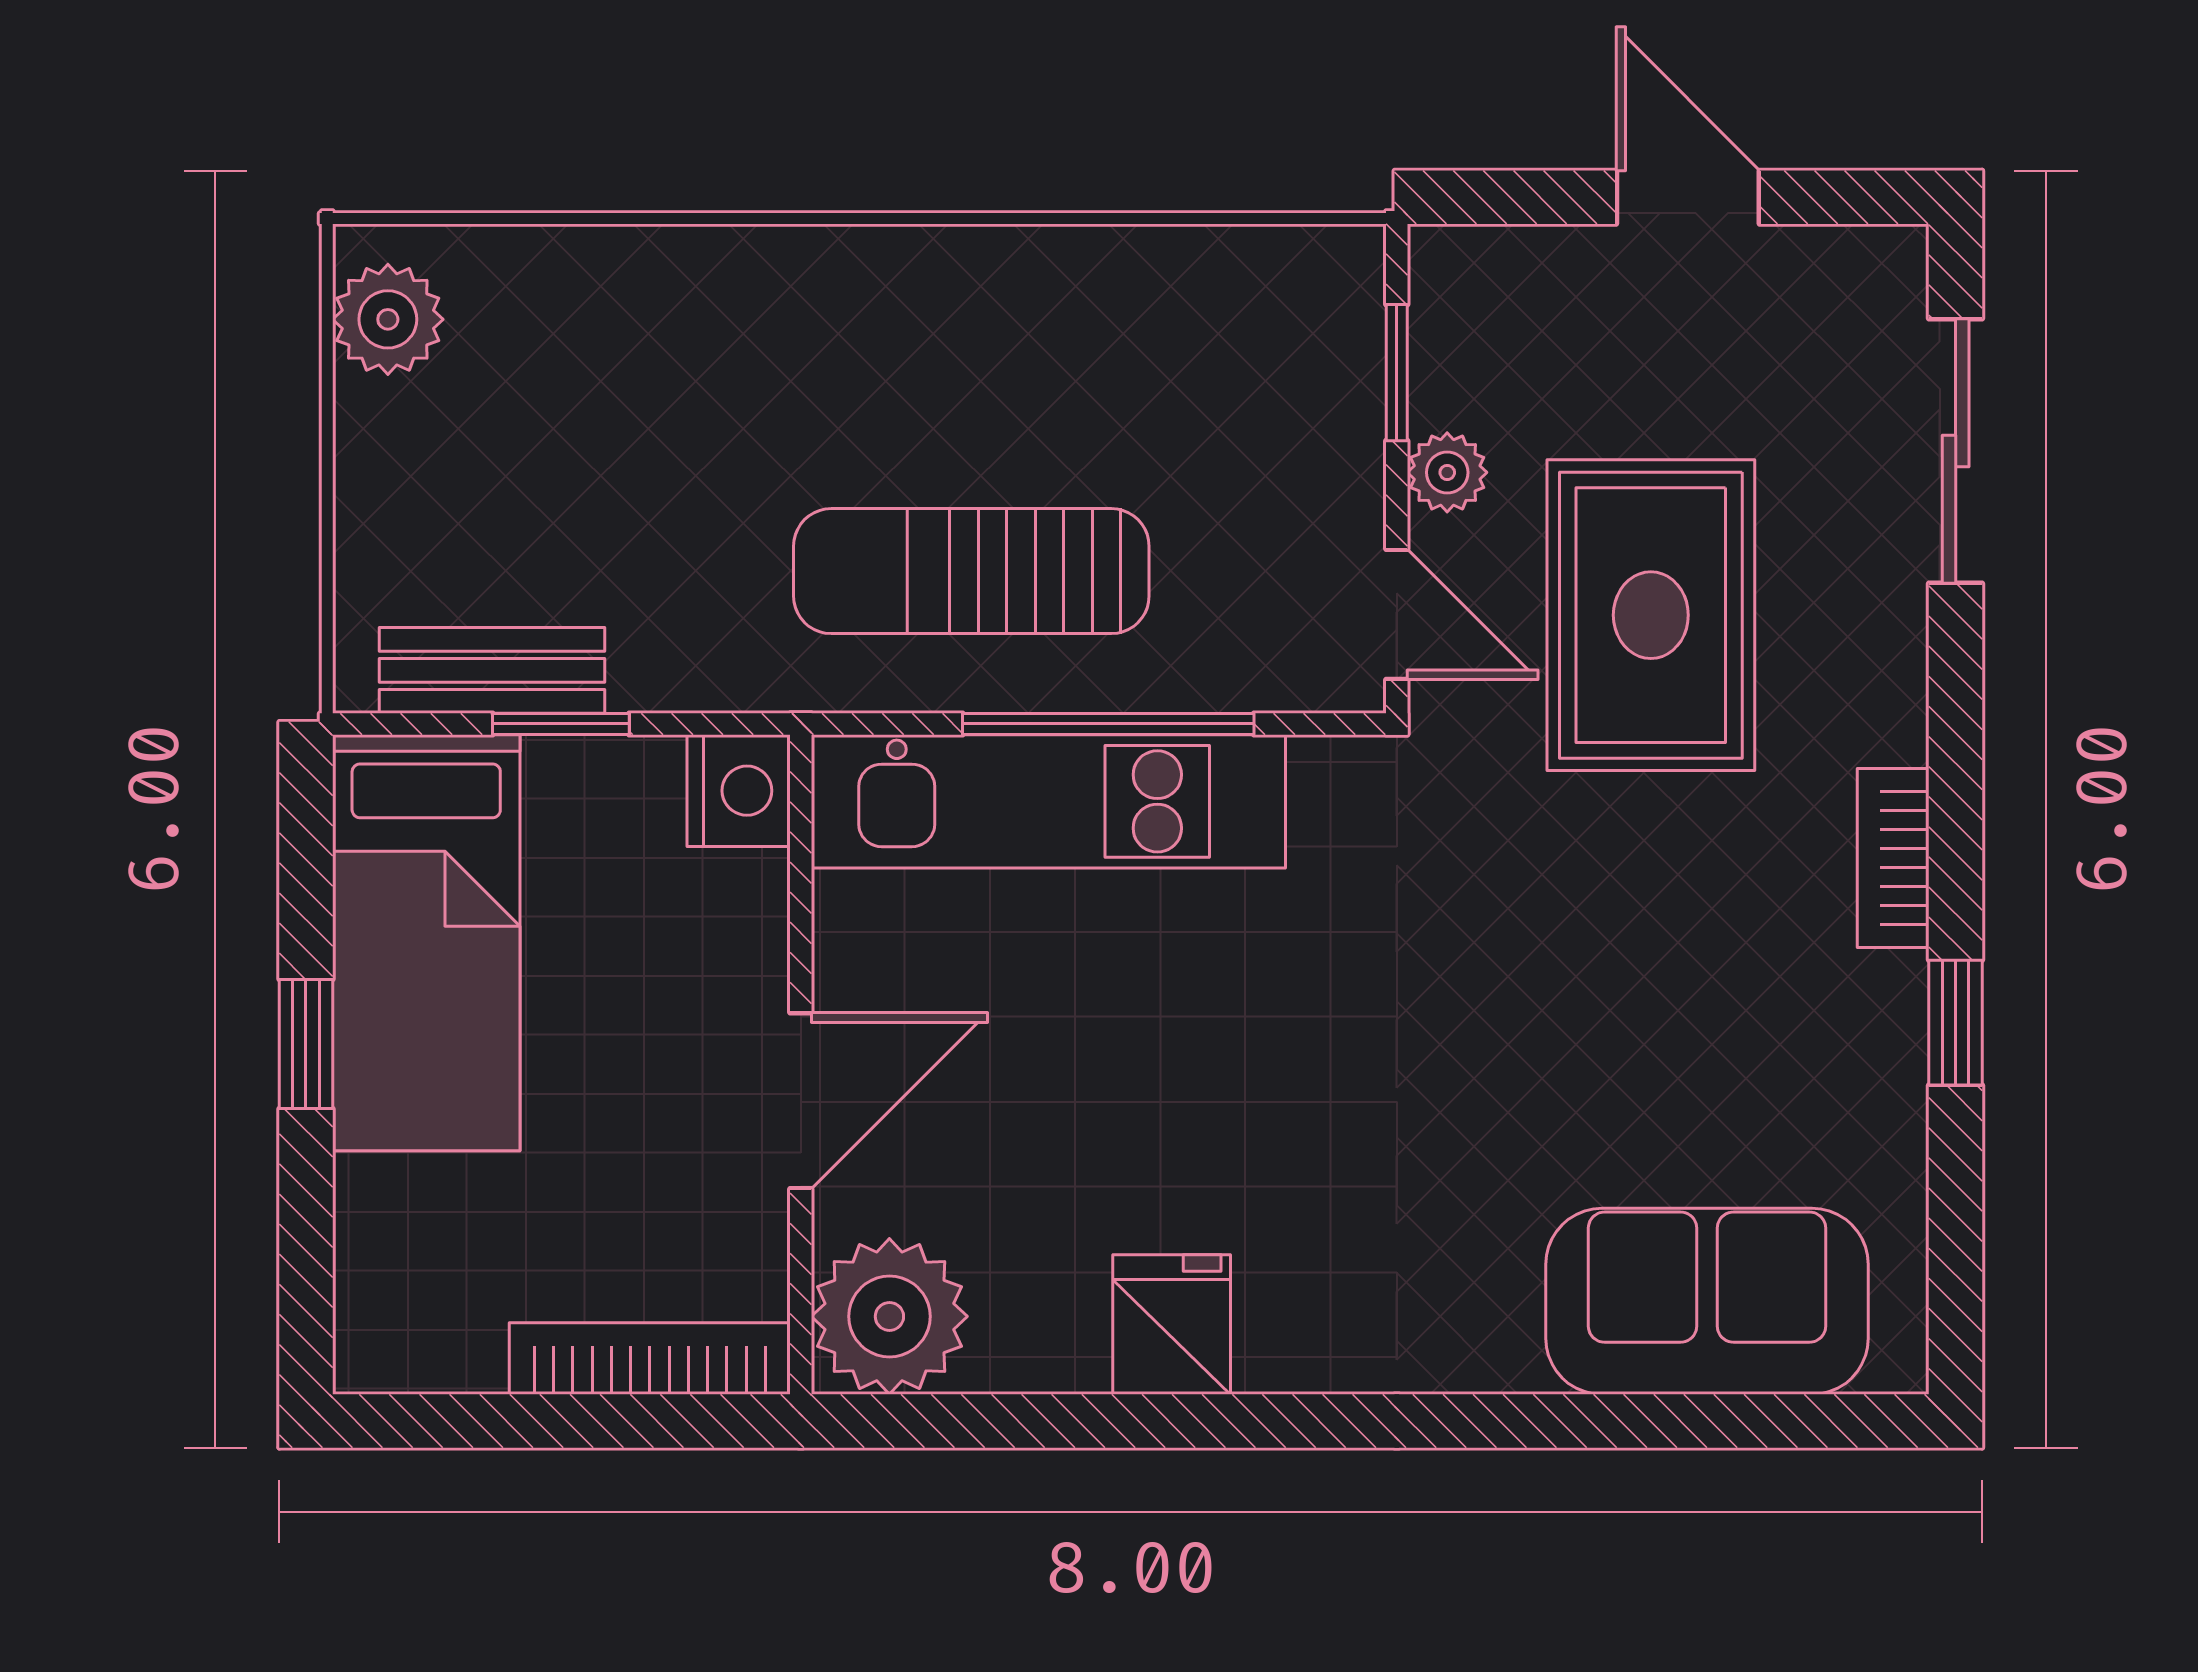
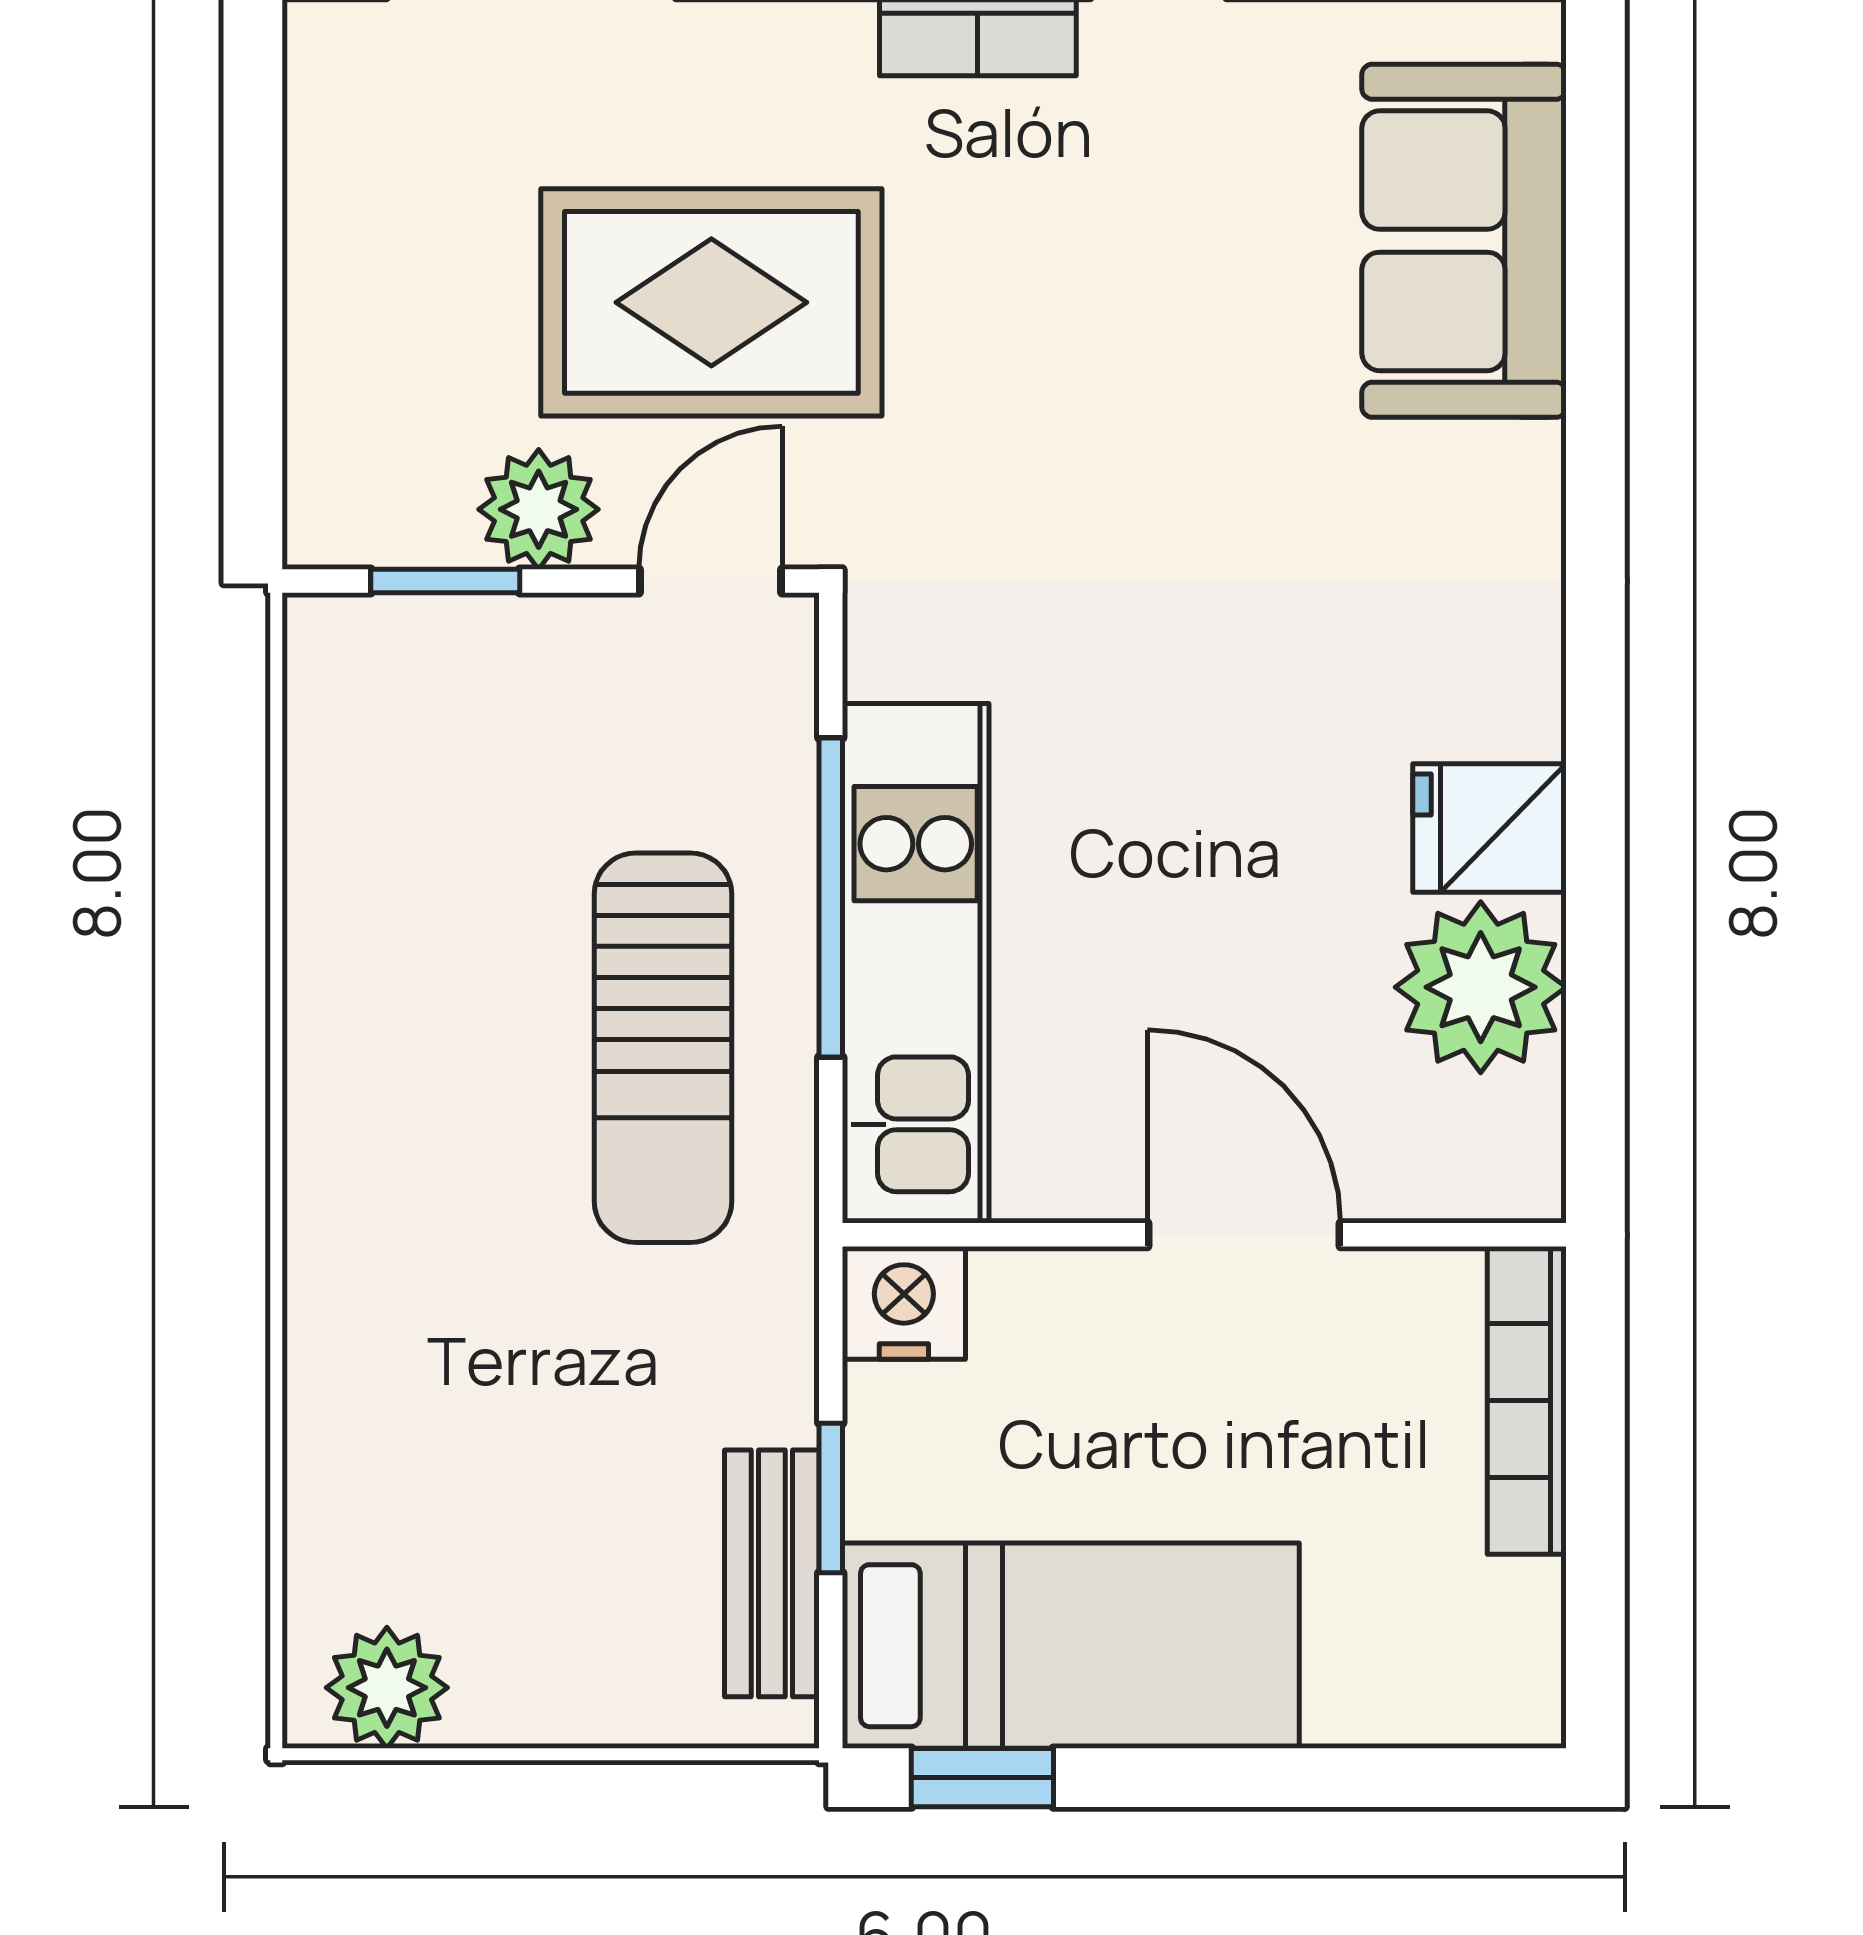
door: (1688, 197) -> (253, 262), removed
plant: (1447, 472) -> (539, 509), width x1.38, depth x1.38
window: (306, 1044) -> (982, 1778), moved
plant: (889, 1316) -> (1481, 987), moved

